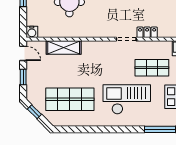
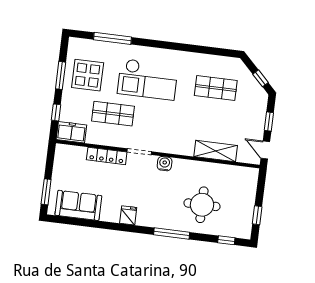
water cooler: (32, 32) -> (165, 164), moved
locker: (147, 32) -> (107, 156), width x1.53
shop shelf: (70, 99) -> (216, 88), width x0.70, depth x0.74

